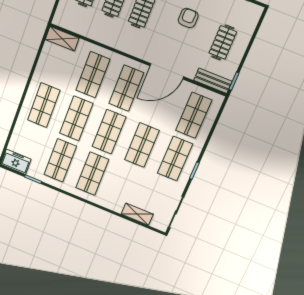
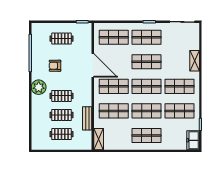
bench: (213, 81) -> (87, 118), moved
shelving: (137, 214) -> (195, 61), moved

